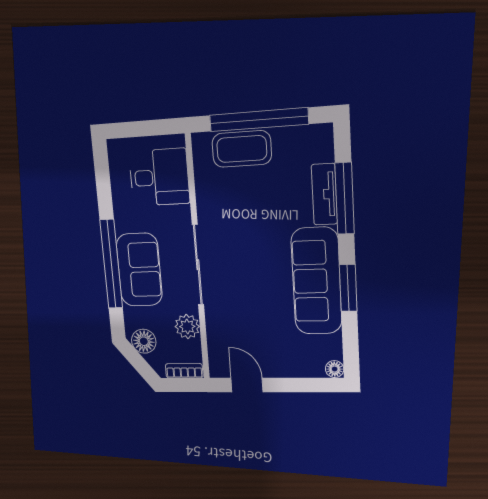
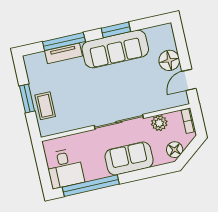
window: (259, 120) -> (27, 98), width x0.47
coffee table: (242, 149) -> (45, 106), width x0.73, depth x0.77
desk: (159, 177) -> (65, 168), moved, turned 180
window: (111, 264) -> (91, 186), moved
floor lamp: (335, 369) -> (169, 60), moved, width x1.89, depth x1.89

